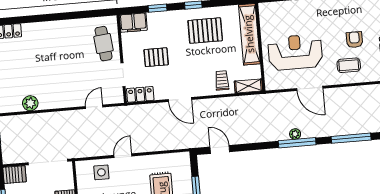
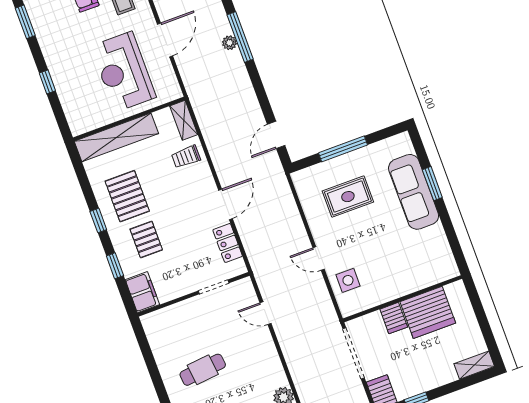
cafe table: (104, 44) -> (203, 370), moved
pallet: (156, 57) -> (146, 239), moved
locker: (140, 94) -> (228, 243), moved

